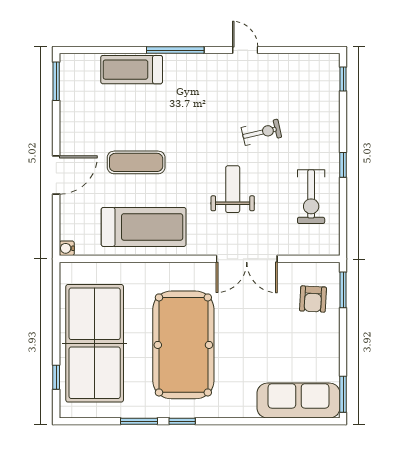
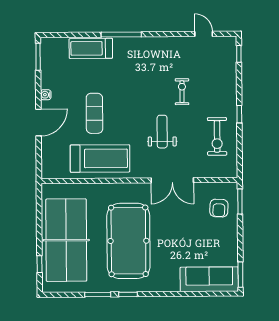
door: (245, 50) -> (204, 34), moved
exercise bike: (261, 132) -> (182, 92), turned -77
exercise mat: (136, 162) -> (94, 113), turned 90
water cooler: (67, 248) -> (46, 95), moved

